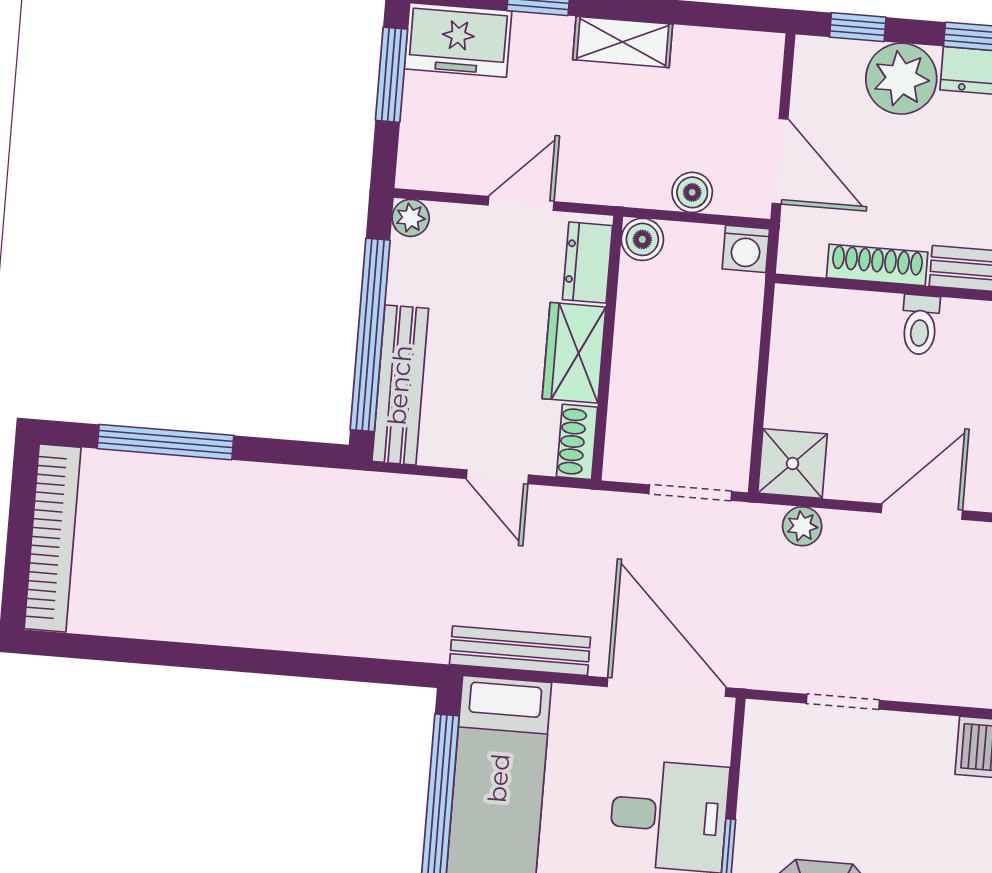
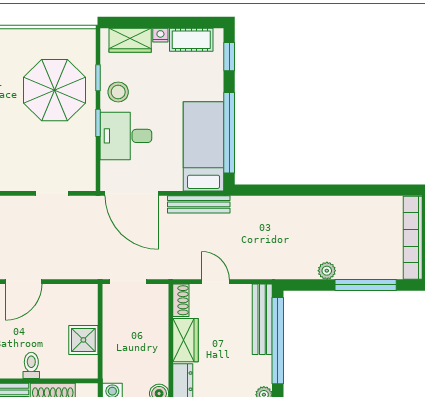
shower: (793, 464) -> (83, 340), moved
plant: (802, 526) -> (327, 271), moved

